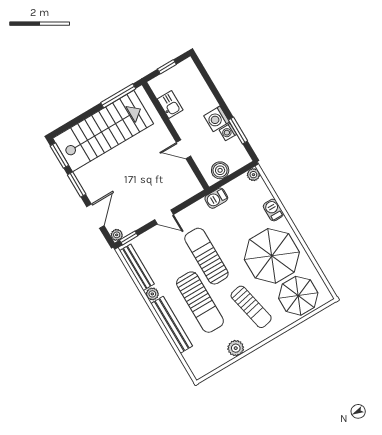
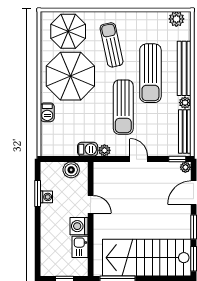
washing machine: (217, 119) -> (79, 226), moved, turned 180
plant: (253, 175) -> (104, 150), moved
sun lounger: (200, 302) -> (150, 73), turned 180
plant: (236, 348) -> (176, 19), moved

